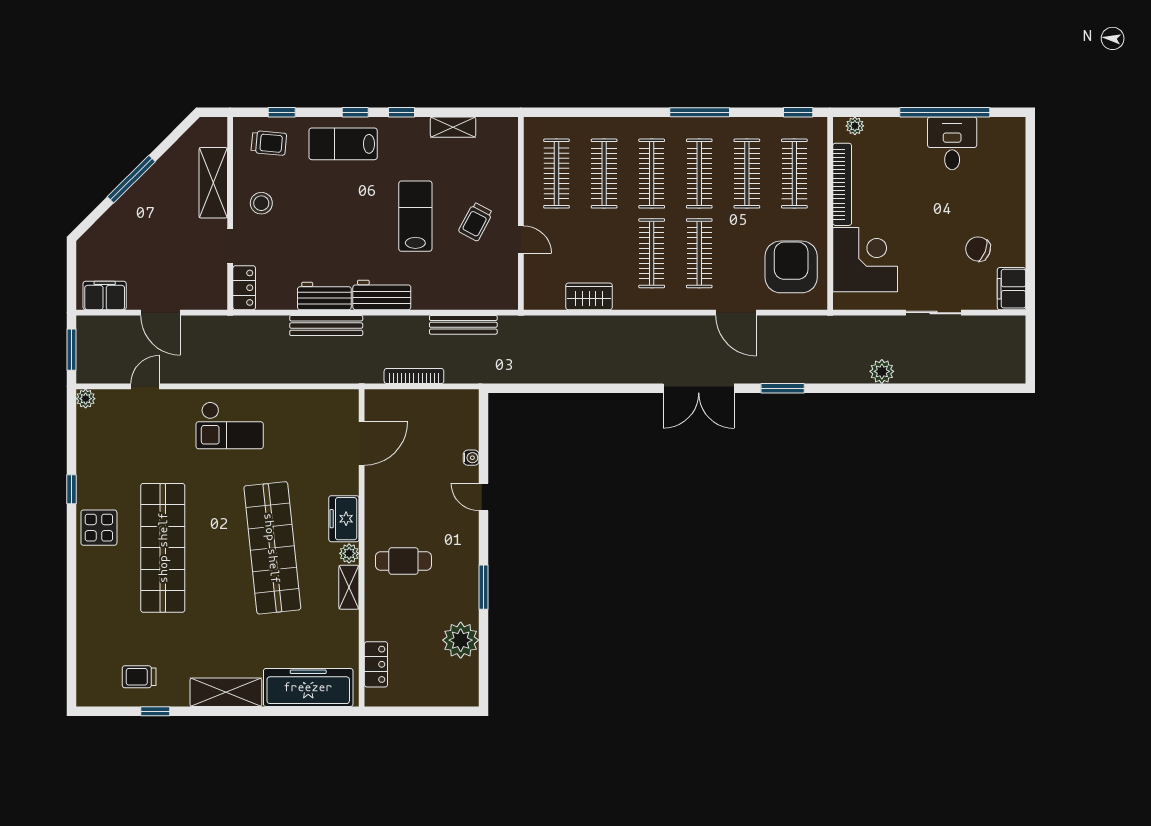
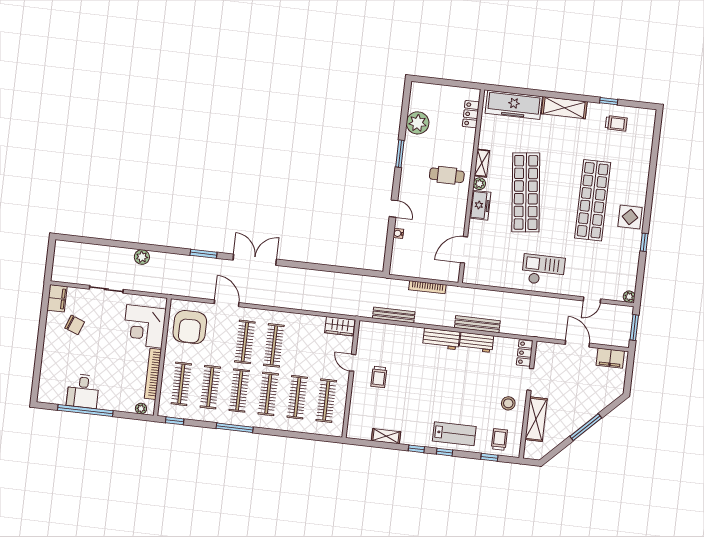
trolley: (269, 143) -> (499, 440), turned 85
lab bench: (415, 216) -> (415, 385), removed
trolley: (476, 222) -> (379, 377), turned 152
wardrobe: (589, 296) -> (340, 326), moved

